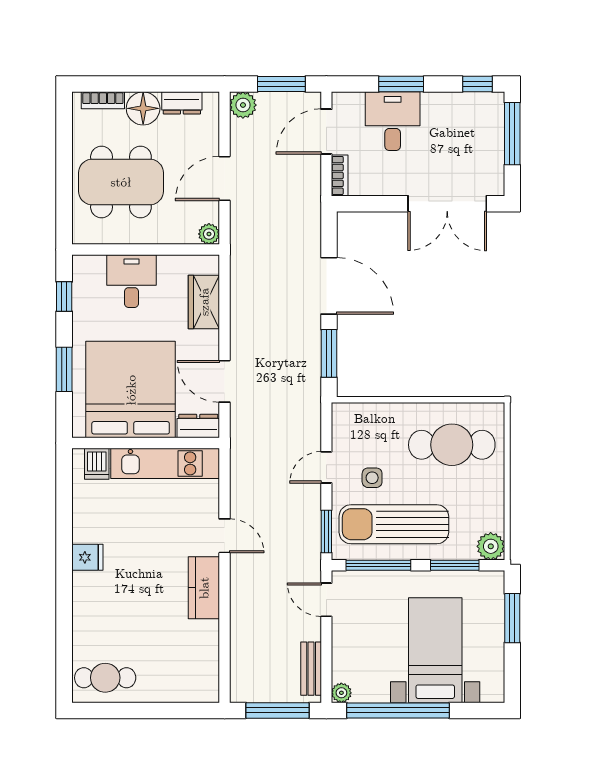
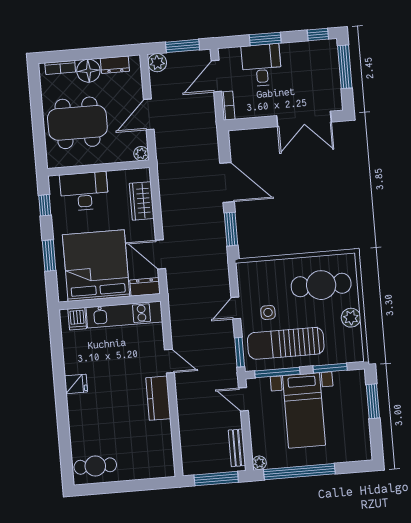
desk: (132, 281) -> (84, 191), width x1.37
plant: (491, 546) -> (351, 318), moved
bed with nightstands: (435, 650) -> (304, 410), moved, turned 180

